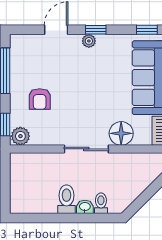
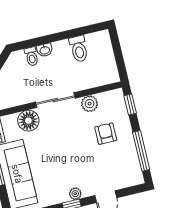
plant: (20, 136) -> (90, 104), moved
toilet: (67, 199) -> (79, 49), moved

